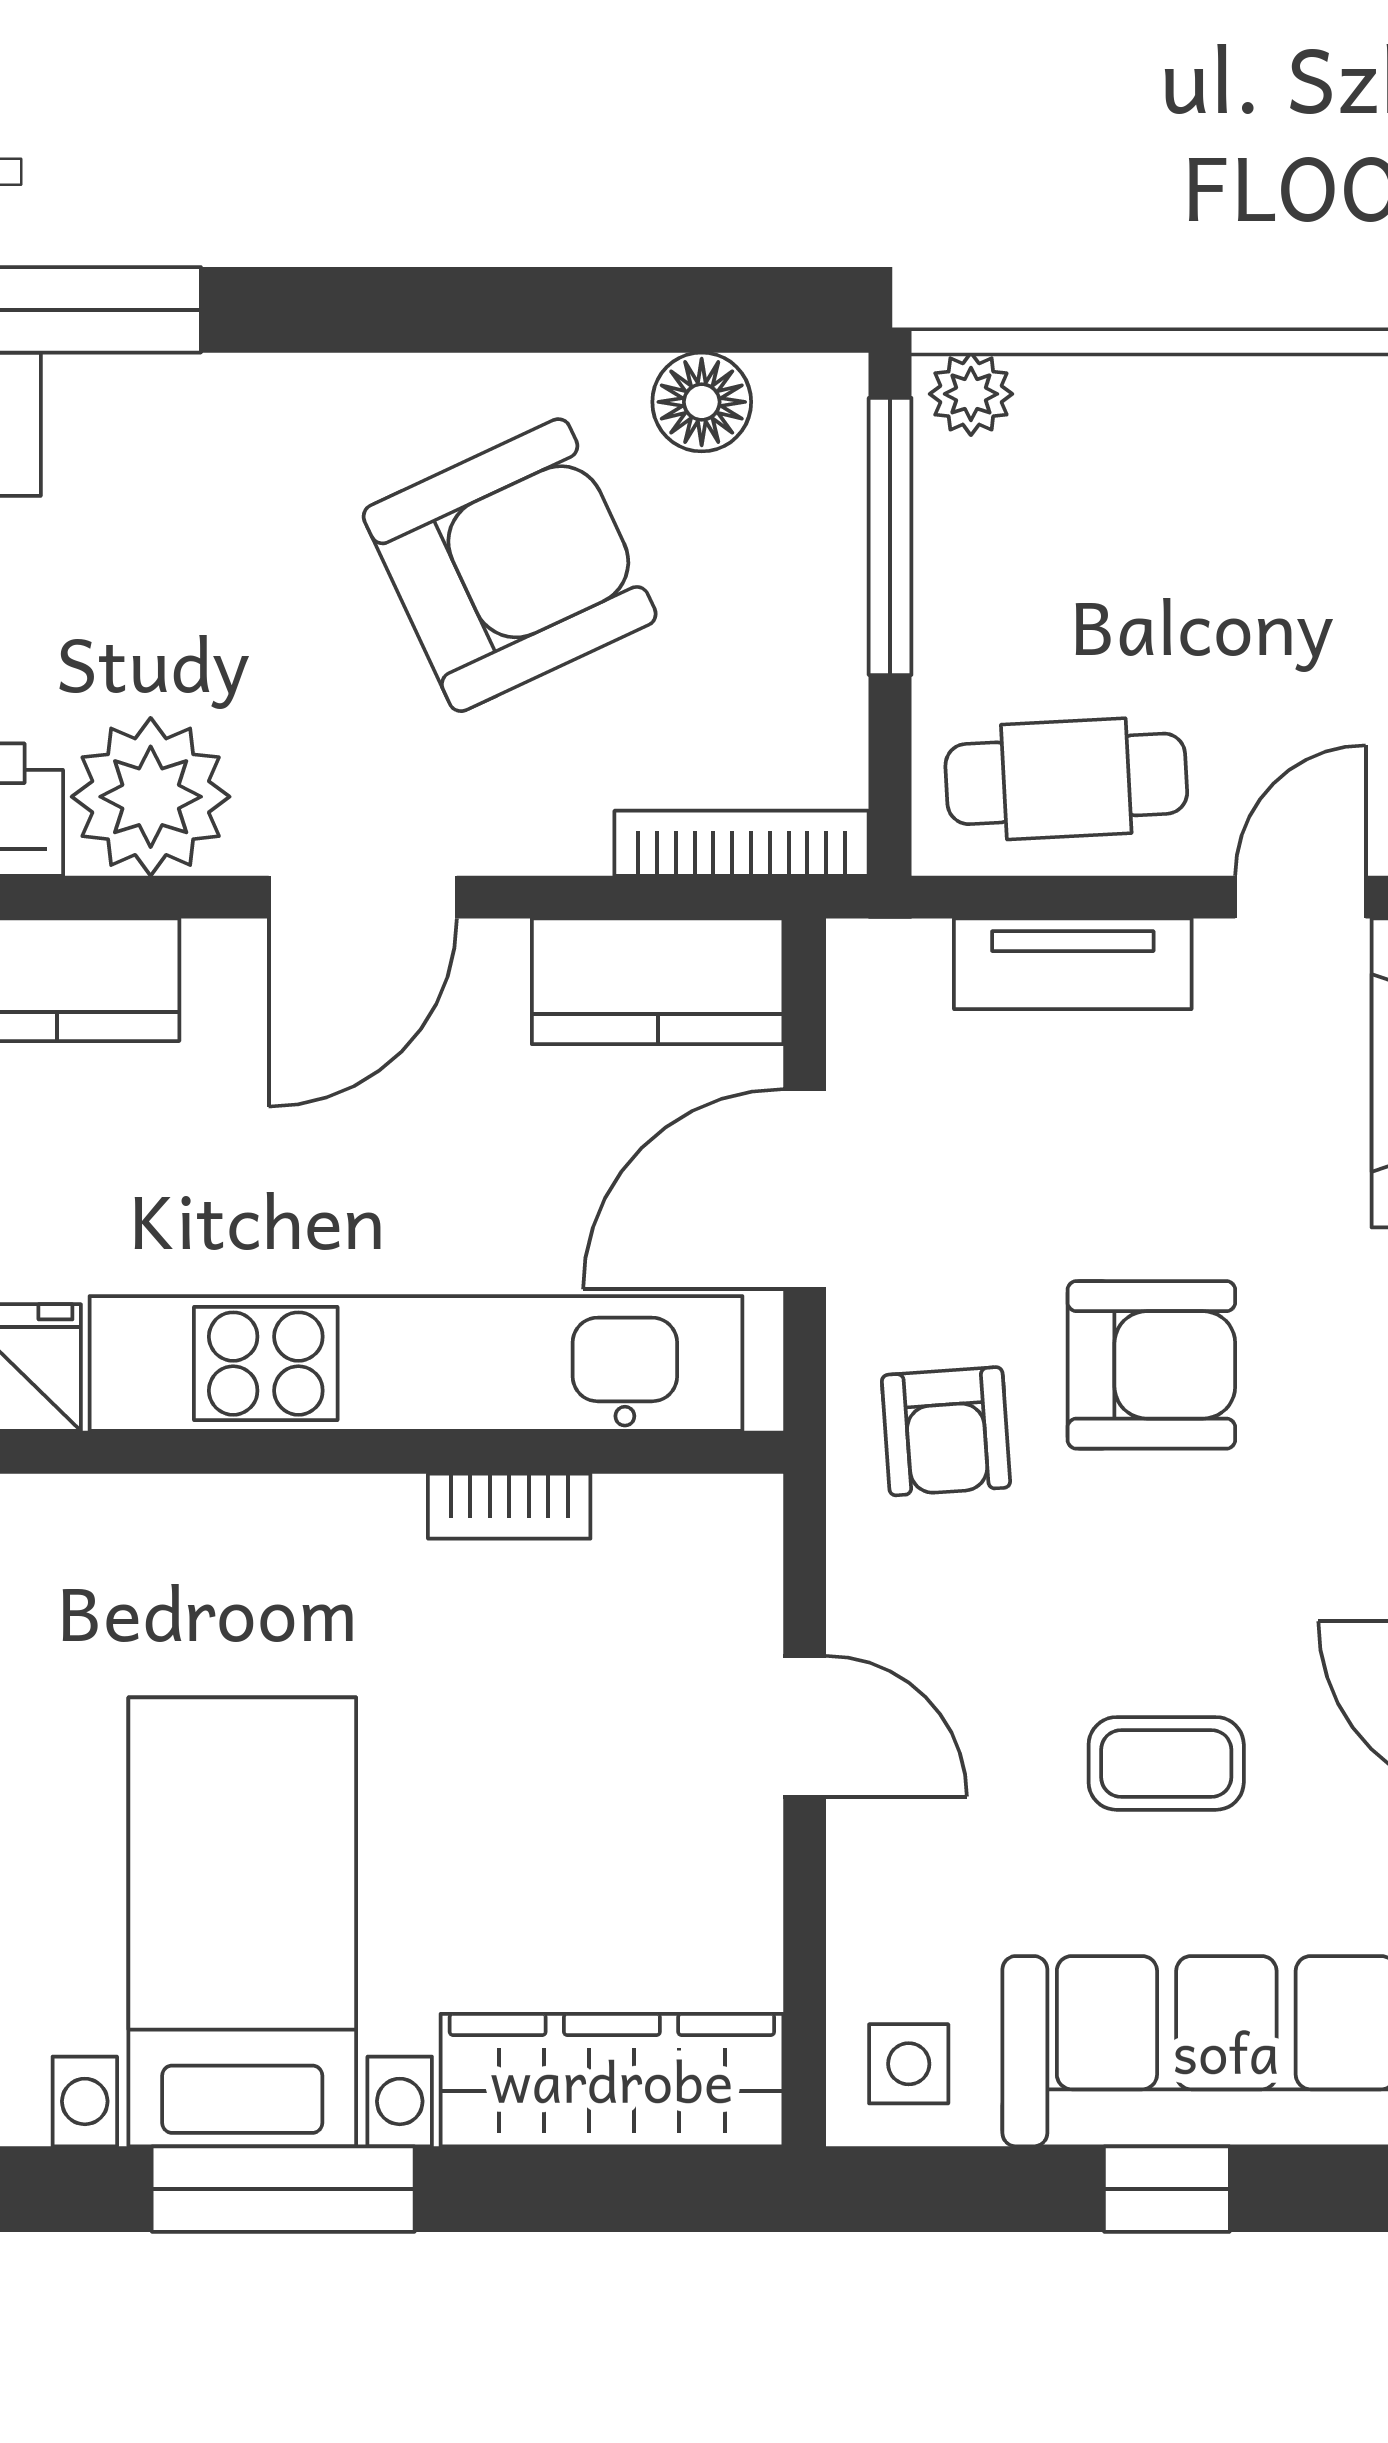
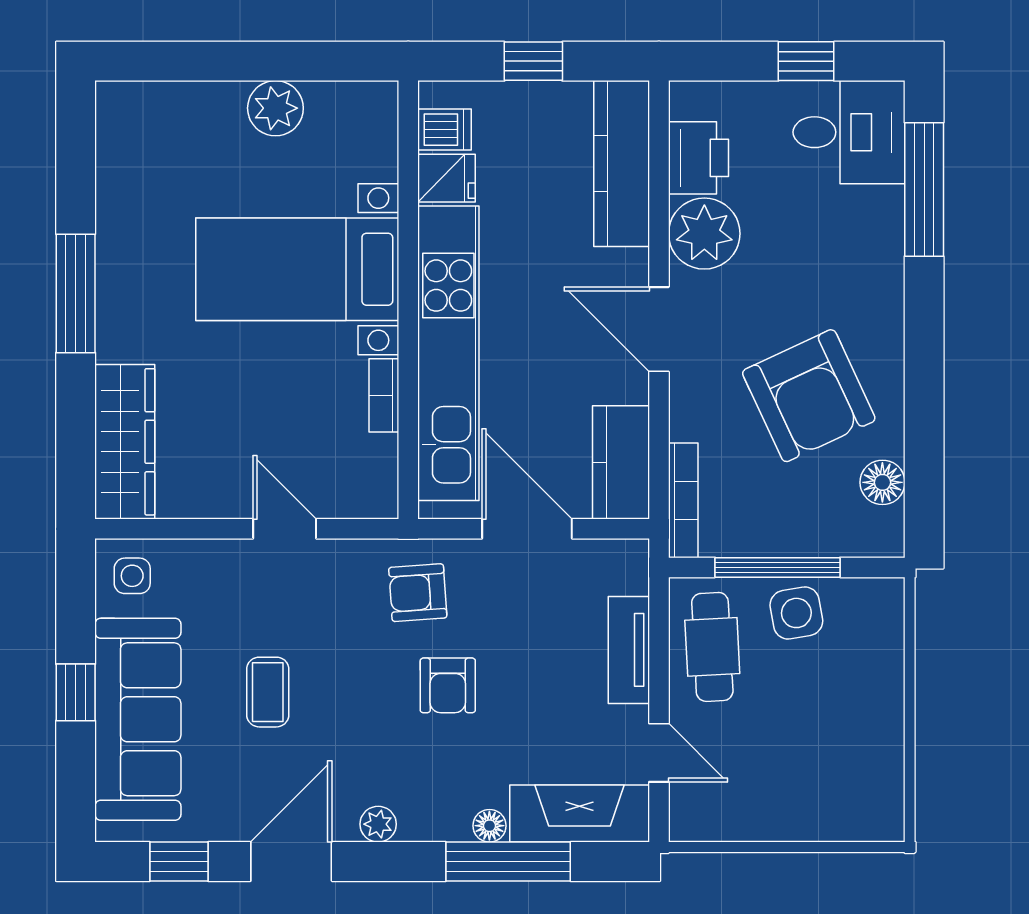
plant: (971, 394) -> (886, 604), removed
window: (890, 536) -> (777, 567), moved
side table: (991, 593) -> (796, 613), added
armchair: (1151, 1365) -> (448, 685), width x0.72, depth x0.72
door: (805, 1726) -> (285, 529), swing flipped
bed with nightstands: (242, 1922) -> (297, 269), moved, turned 180

